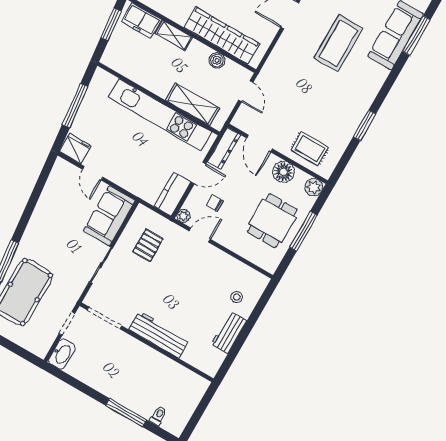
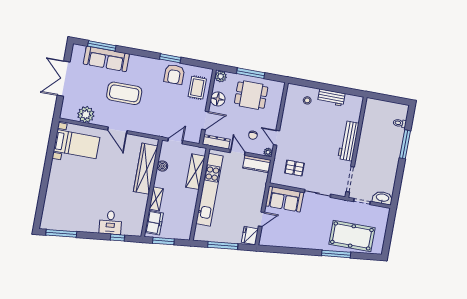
armchair: (340, 123) -> (174, 74), added

